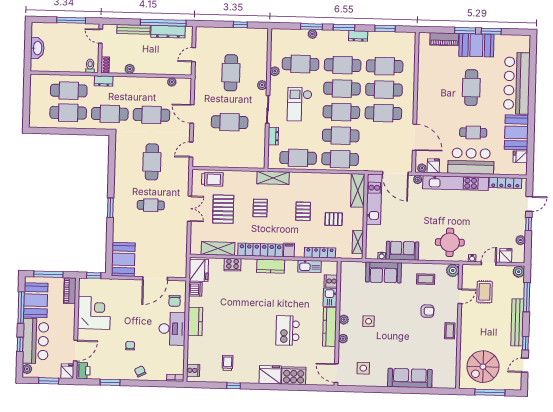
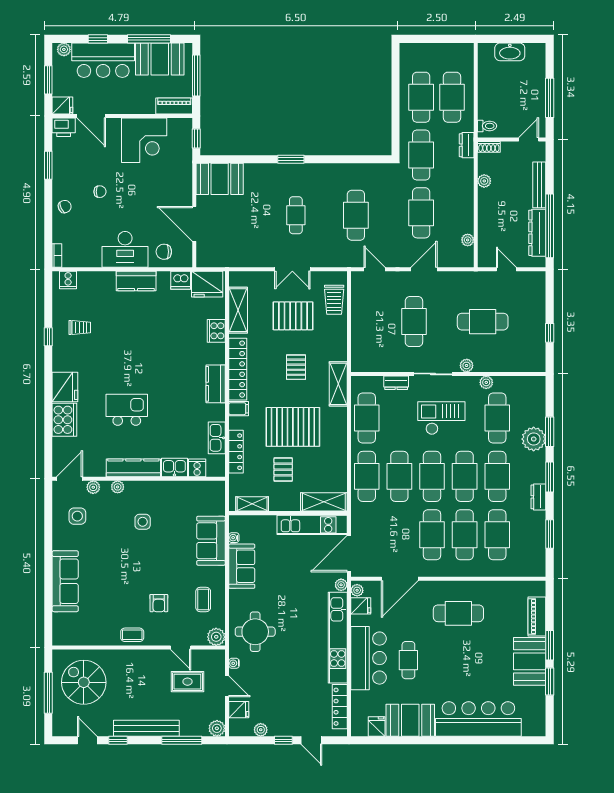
plant: (312, 34) -> (534, 439), width x1.88, depth x1.88
cafe table: (471, 88) -> (458, 613), moved
cafe table: (152, 162) -> (356, 215), turned 90
pallet: (260, 208) -> (296, 367), turned 90
pallet: (303, 211) -> (293, 427), width x2.05, depth x2.00
plant: (344, 320) -> (93, 487), moved

